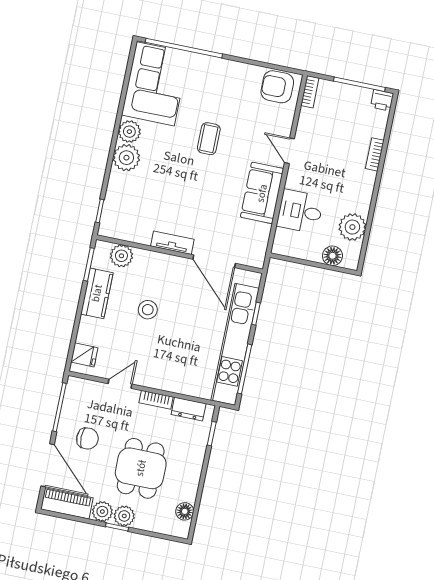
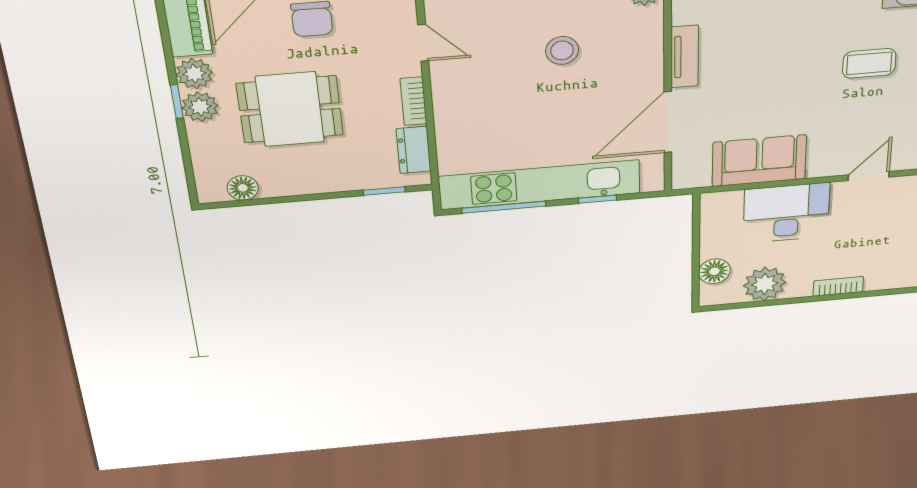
bookcase: (375, 154) -> (838, 286), moved
sofa: (262, 193) -> (759, 161), moved
desk: (300, 211) -> (786, 213), width x1.37

